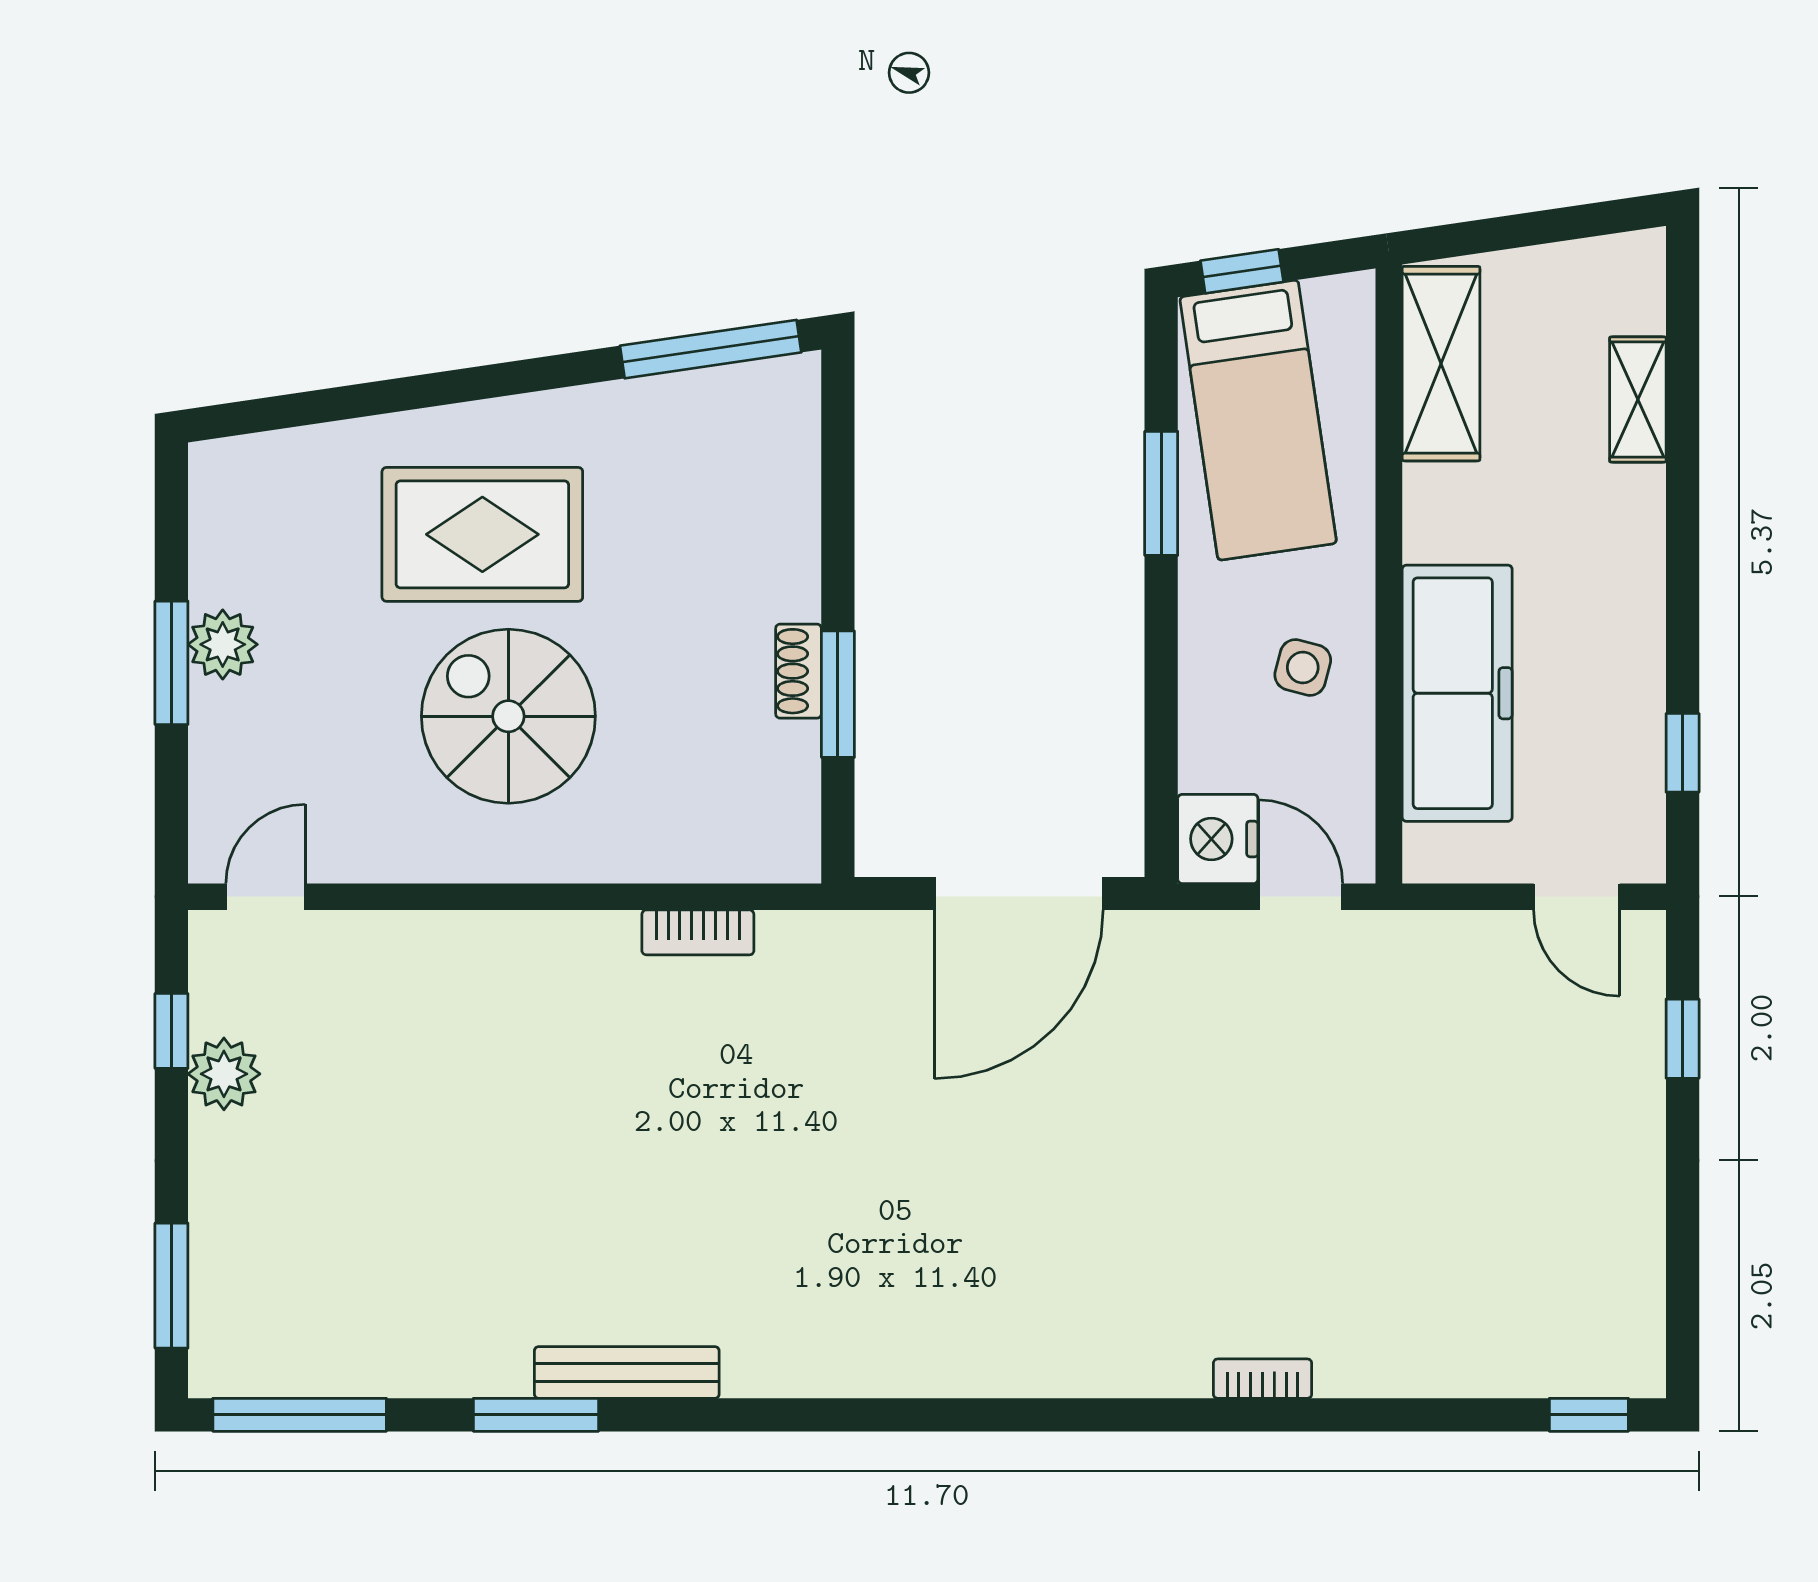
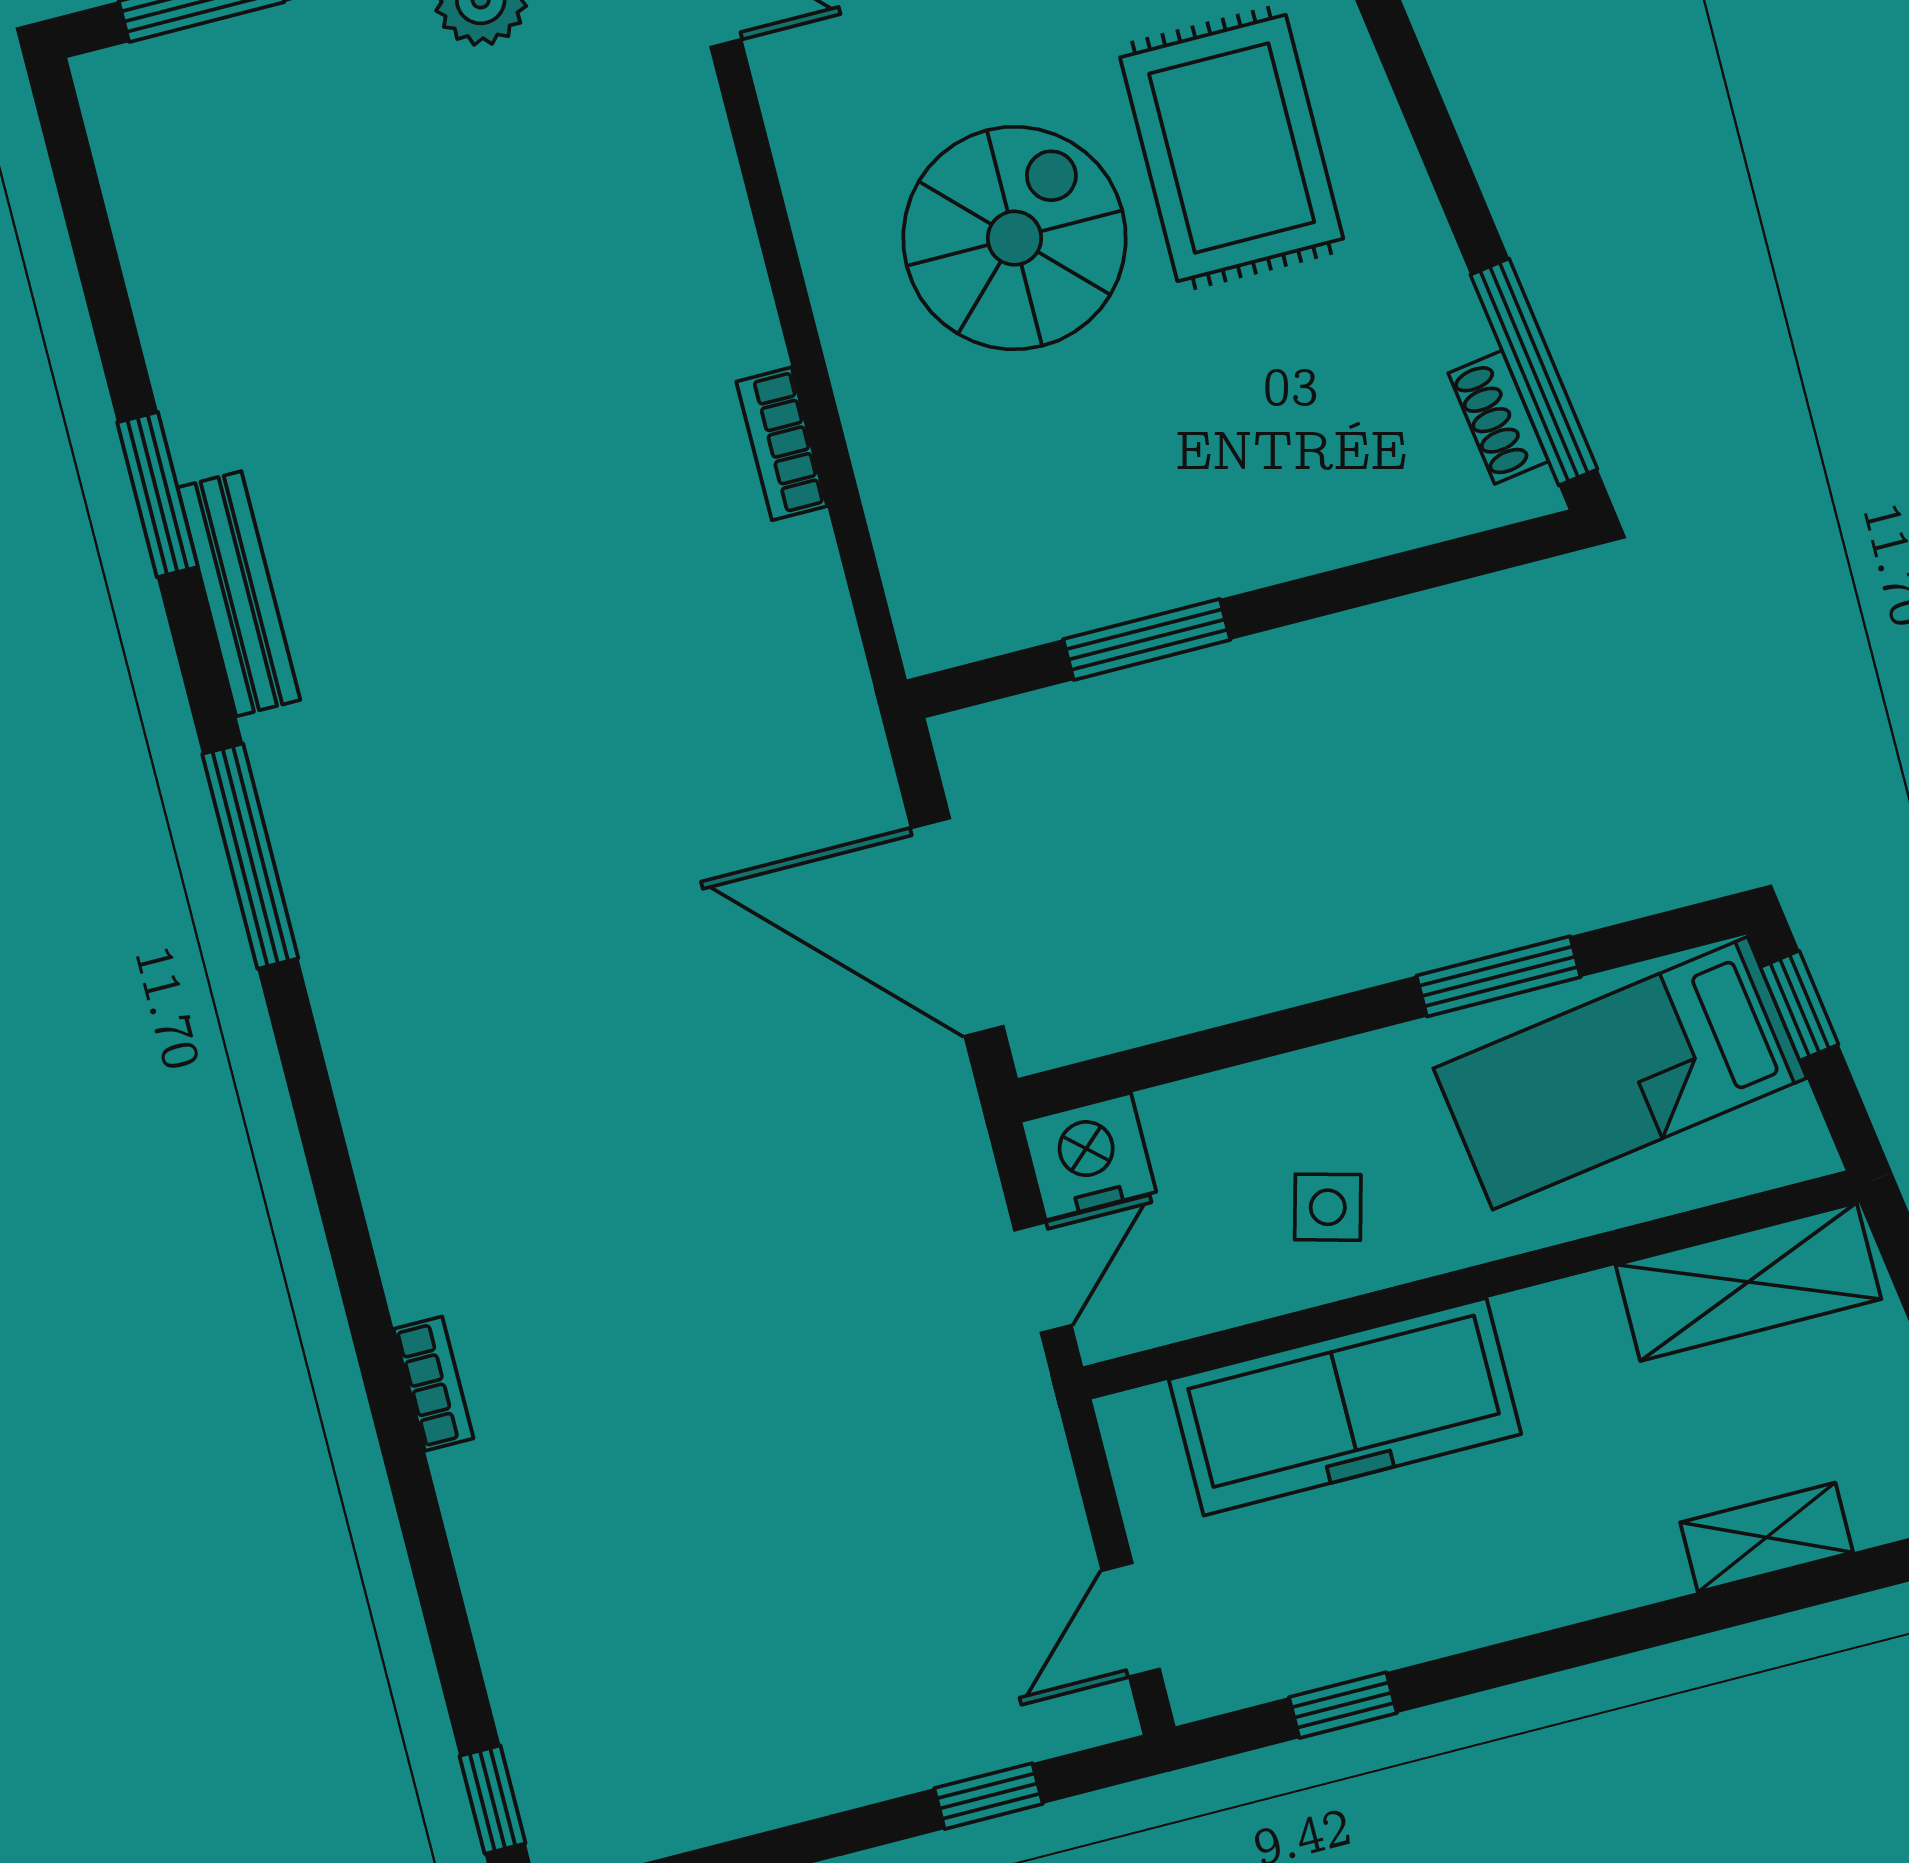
shoe rack: (799, 671) -> (1498, 417), moved, turned -98
bookcase: (698, 932) -> (782, 444), moved
window: (300, 1415) -> (250, 856), moved

